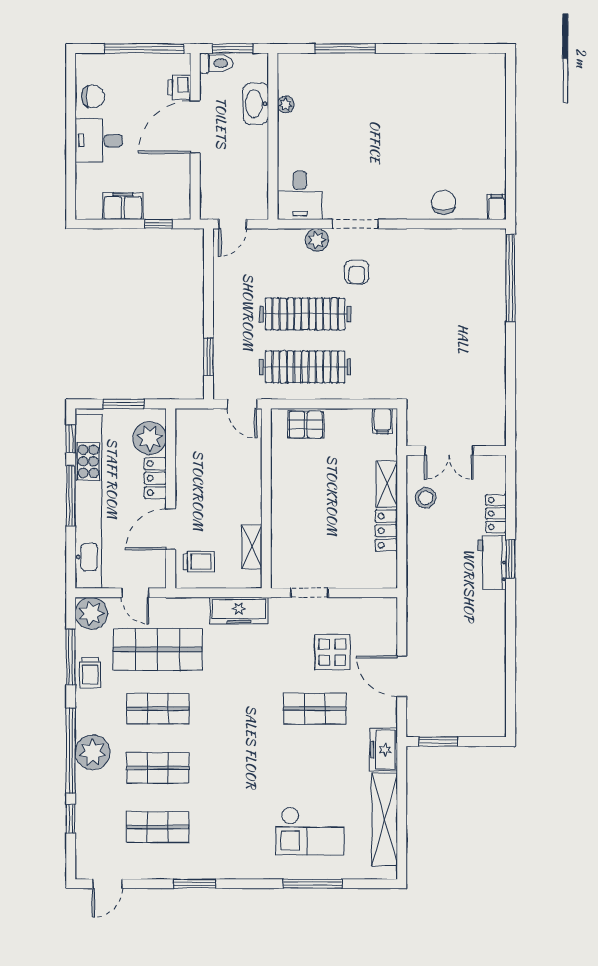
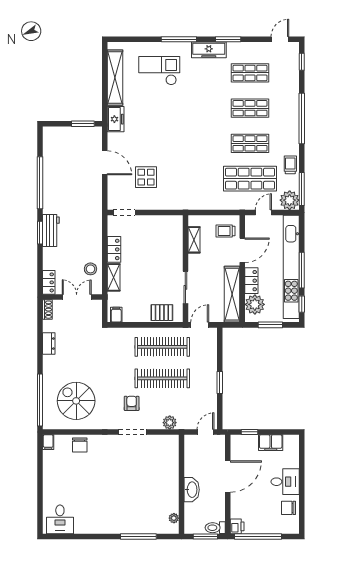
printer: (179, 87) -> (237, 526), moved
washbasin: (256, 104) -> (192, 490), moved
plant: (286, 104) -> (174, 518), moved
door: (195, 127) -> (228, 476), moved
desk: (300, 195) -> (60, 519), moved, turned 180
plant: (317, 240) -> (170, 423), moved
spiral stairs: (450, 276) -> (76, 401), added
window: (208, 357) -> (220, 383), moved
dresser: (496, 373) -> (49, 344), added
door: (242, 404) -> (200, 325), hinge flipped
shoe rack: (498, 430) -> (47, 310), added
shelving: (188, 455) -> (232, 294), added
sliding door: (266, 467) -> (185, 287), added
locker: (496, 513) -> (49, 282), moved
door: (135, 593) -> (263, 212), hinge flipped
doorway: (309, 593) -> (124, 212), moved
freezer: (239, 611) -> (209, 50), moved, turned 180
window: (511, 643) -> (40, 183), added
window: (71, 657) -> (302, 189), moved
shop shelf: (315, 709) -> (157, 143), removed
plant: (93, 752) -> (289, 117), removed
window: (71, 819) -> (302, 62), moved
window: (313, 884) -> (179, 39), moved

